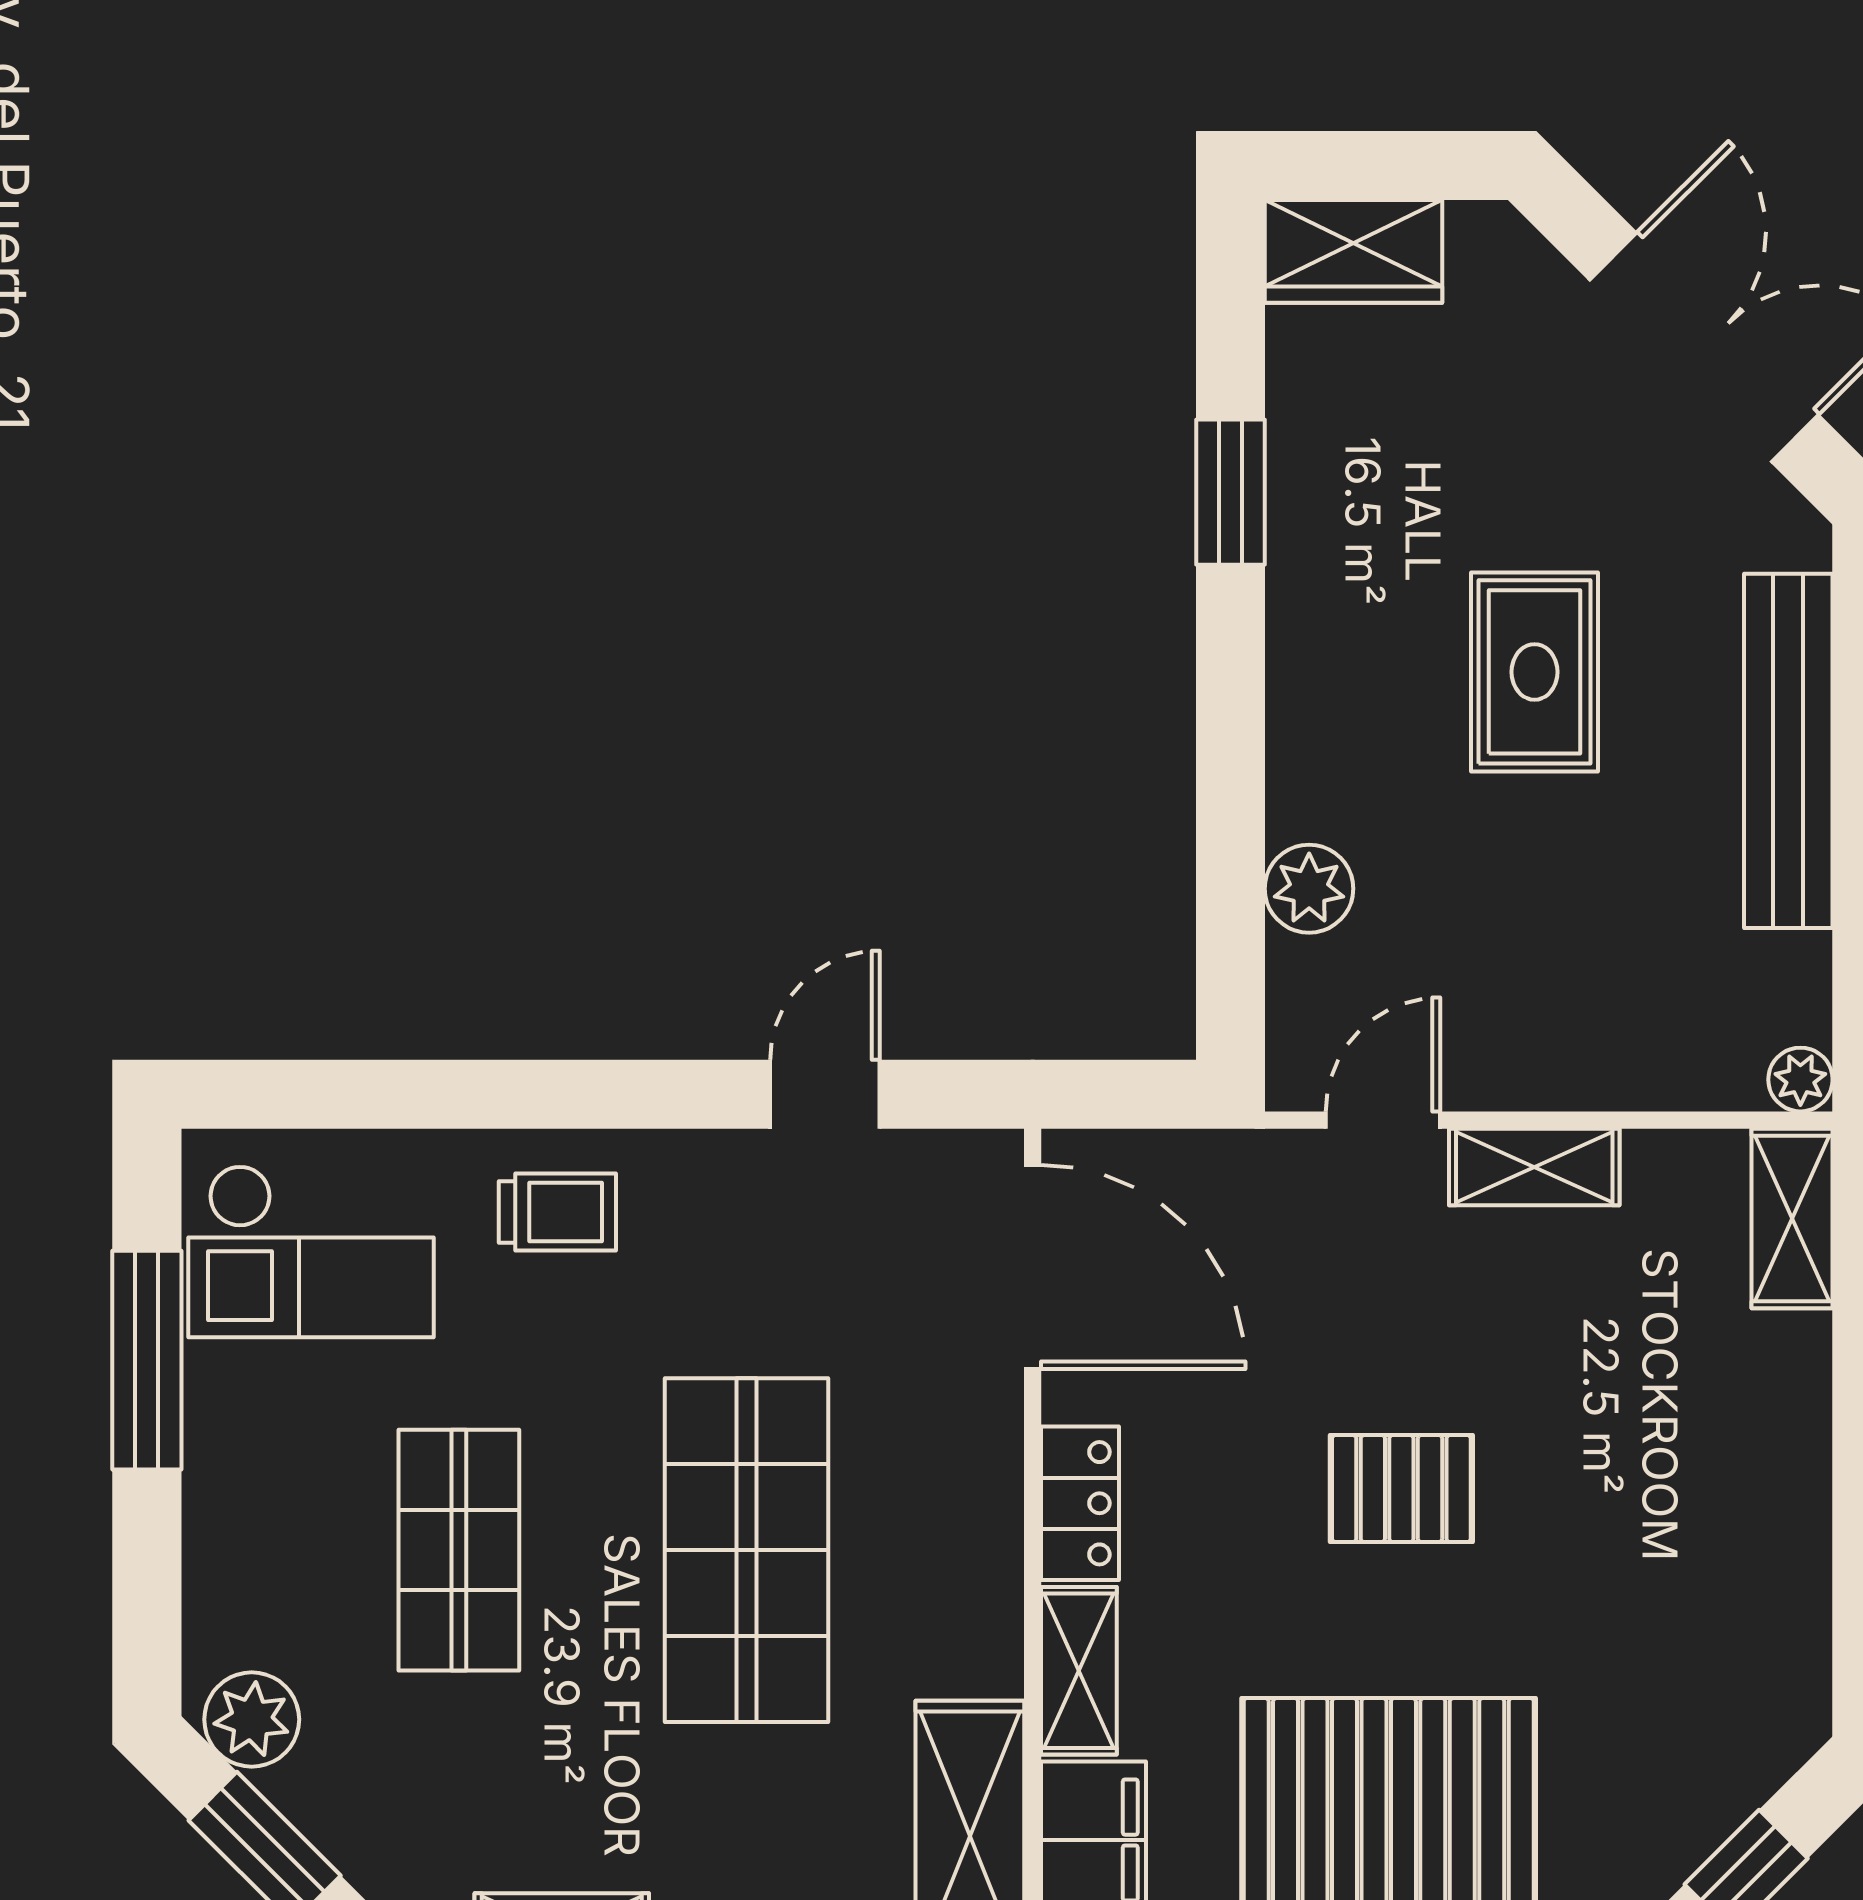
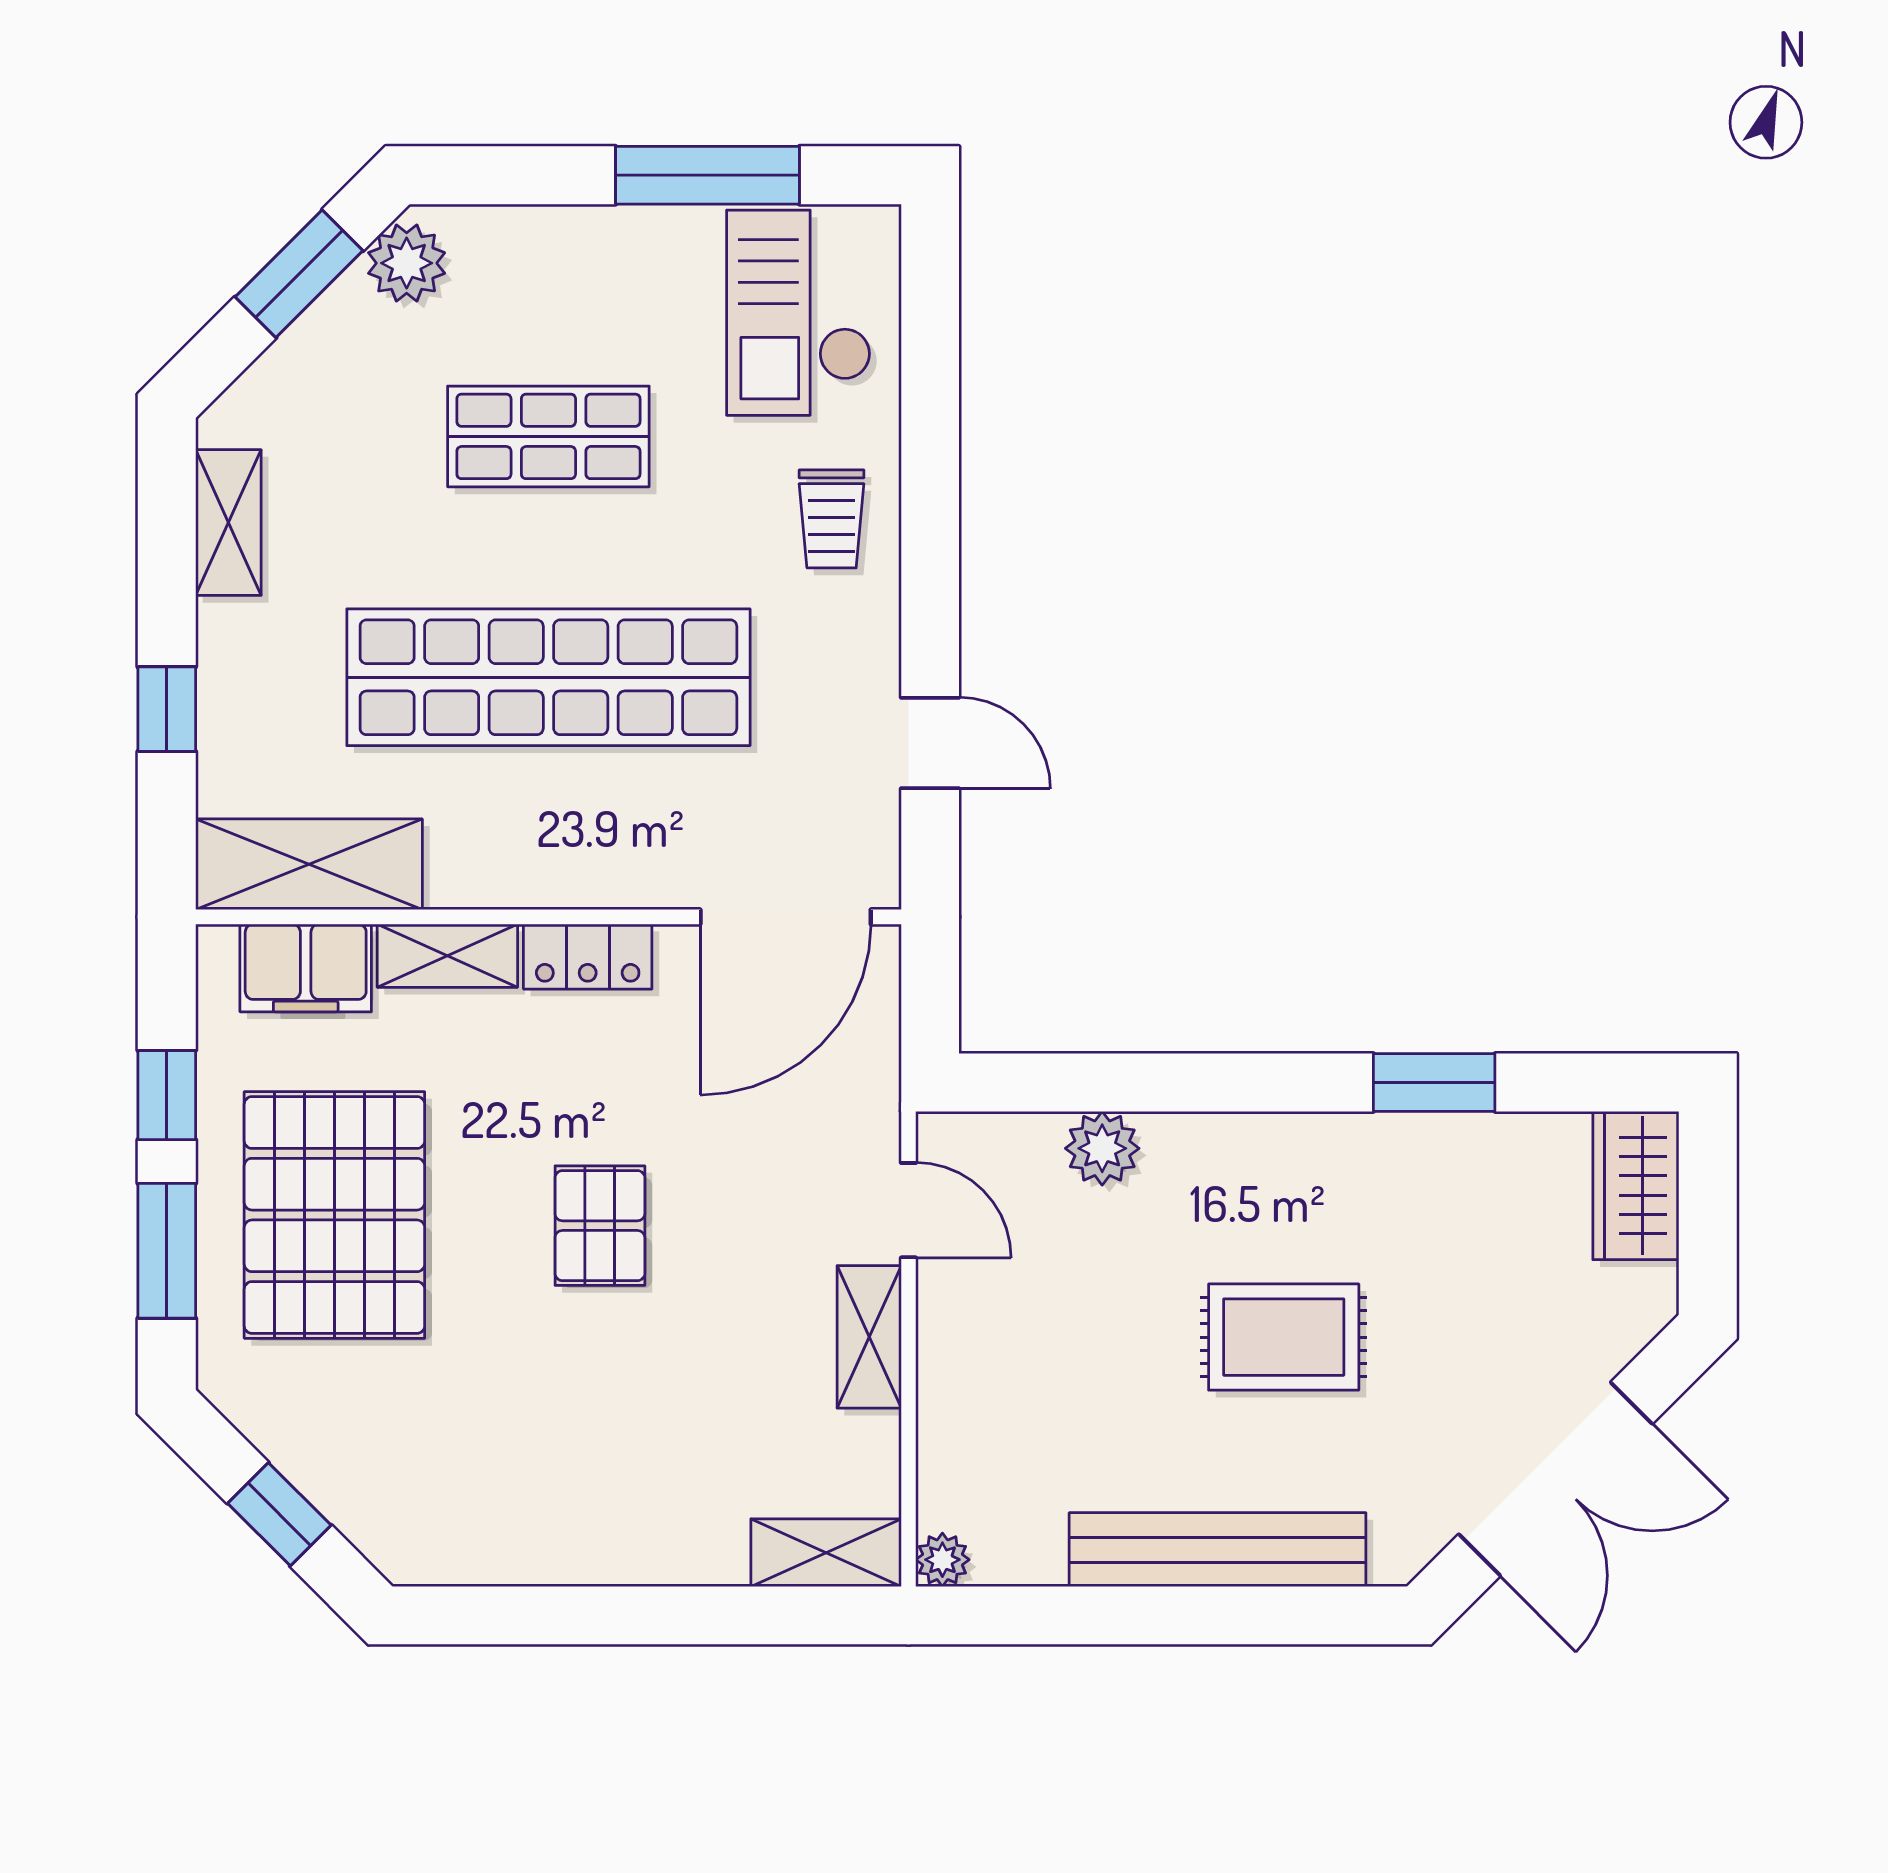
shop shelf: (746, 1550) -> (548, 677), width x1.40

